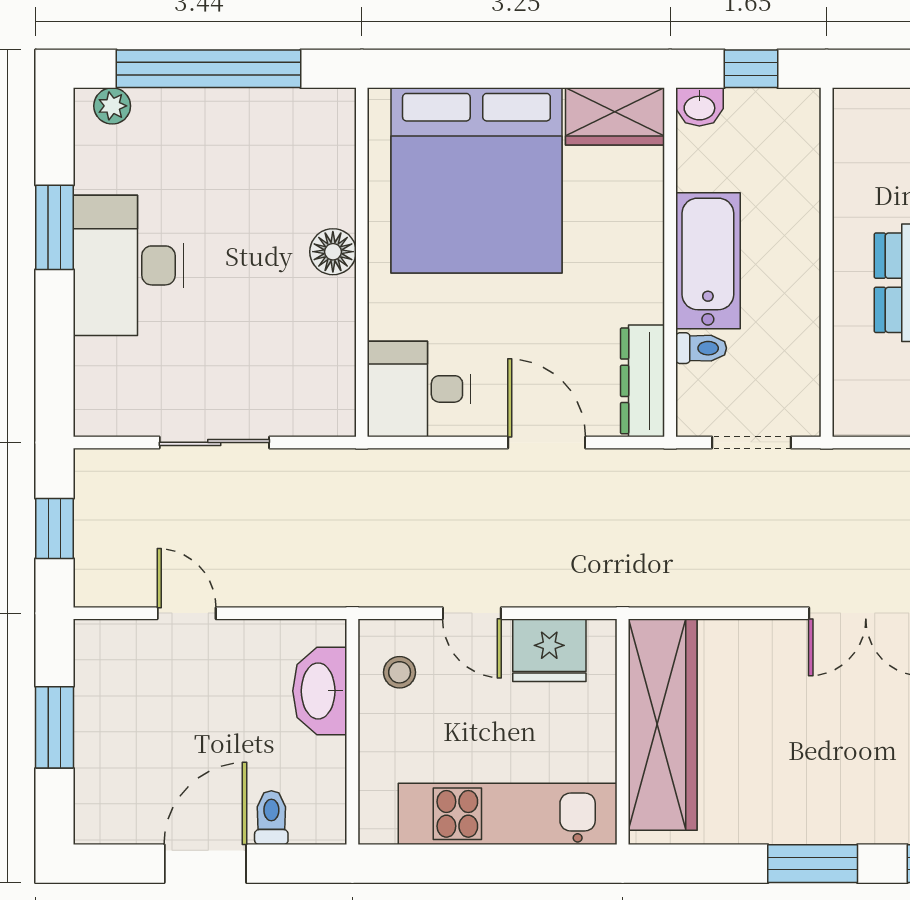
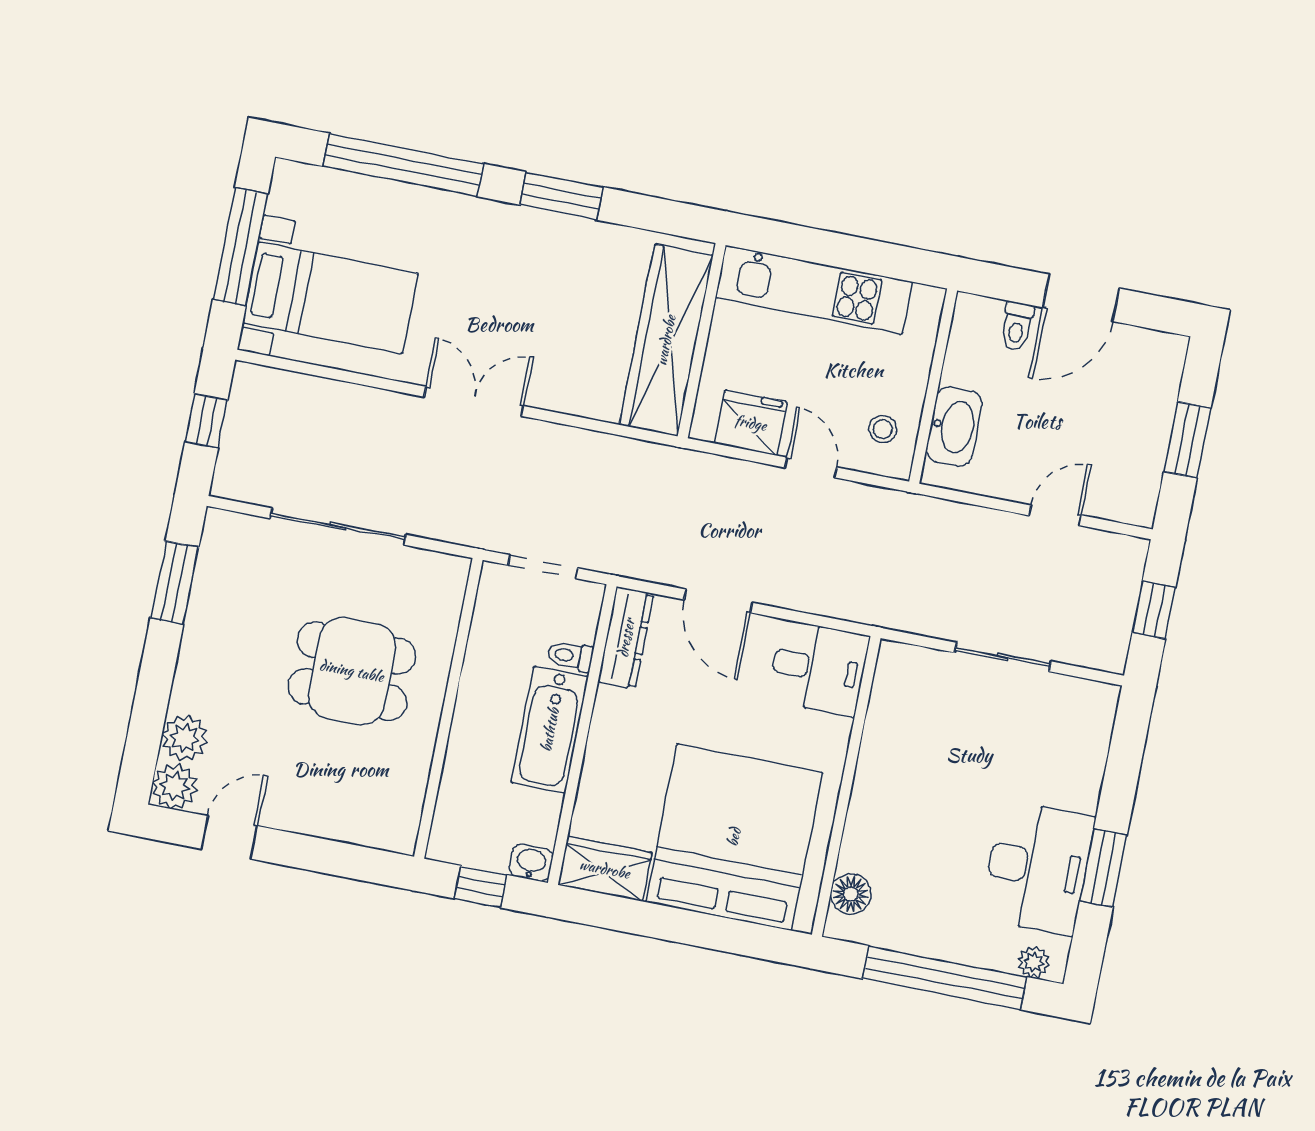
floor lamp: (333, 252) -> (851, 894), moved
desk: (129, 265) -> (1037, 868), moved
door: (187, 613) -> (1055, 515), swing flipped

